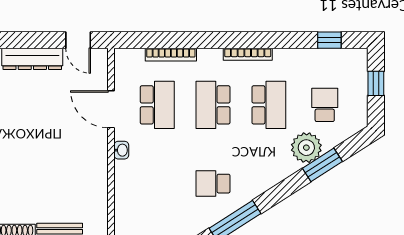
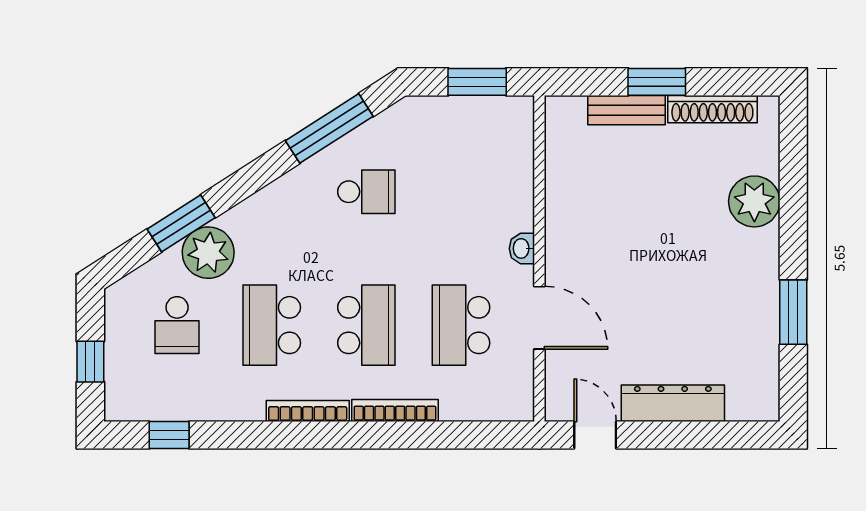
bookcase: (171, 55) -> (395, 410), moved

